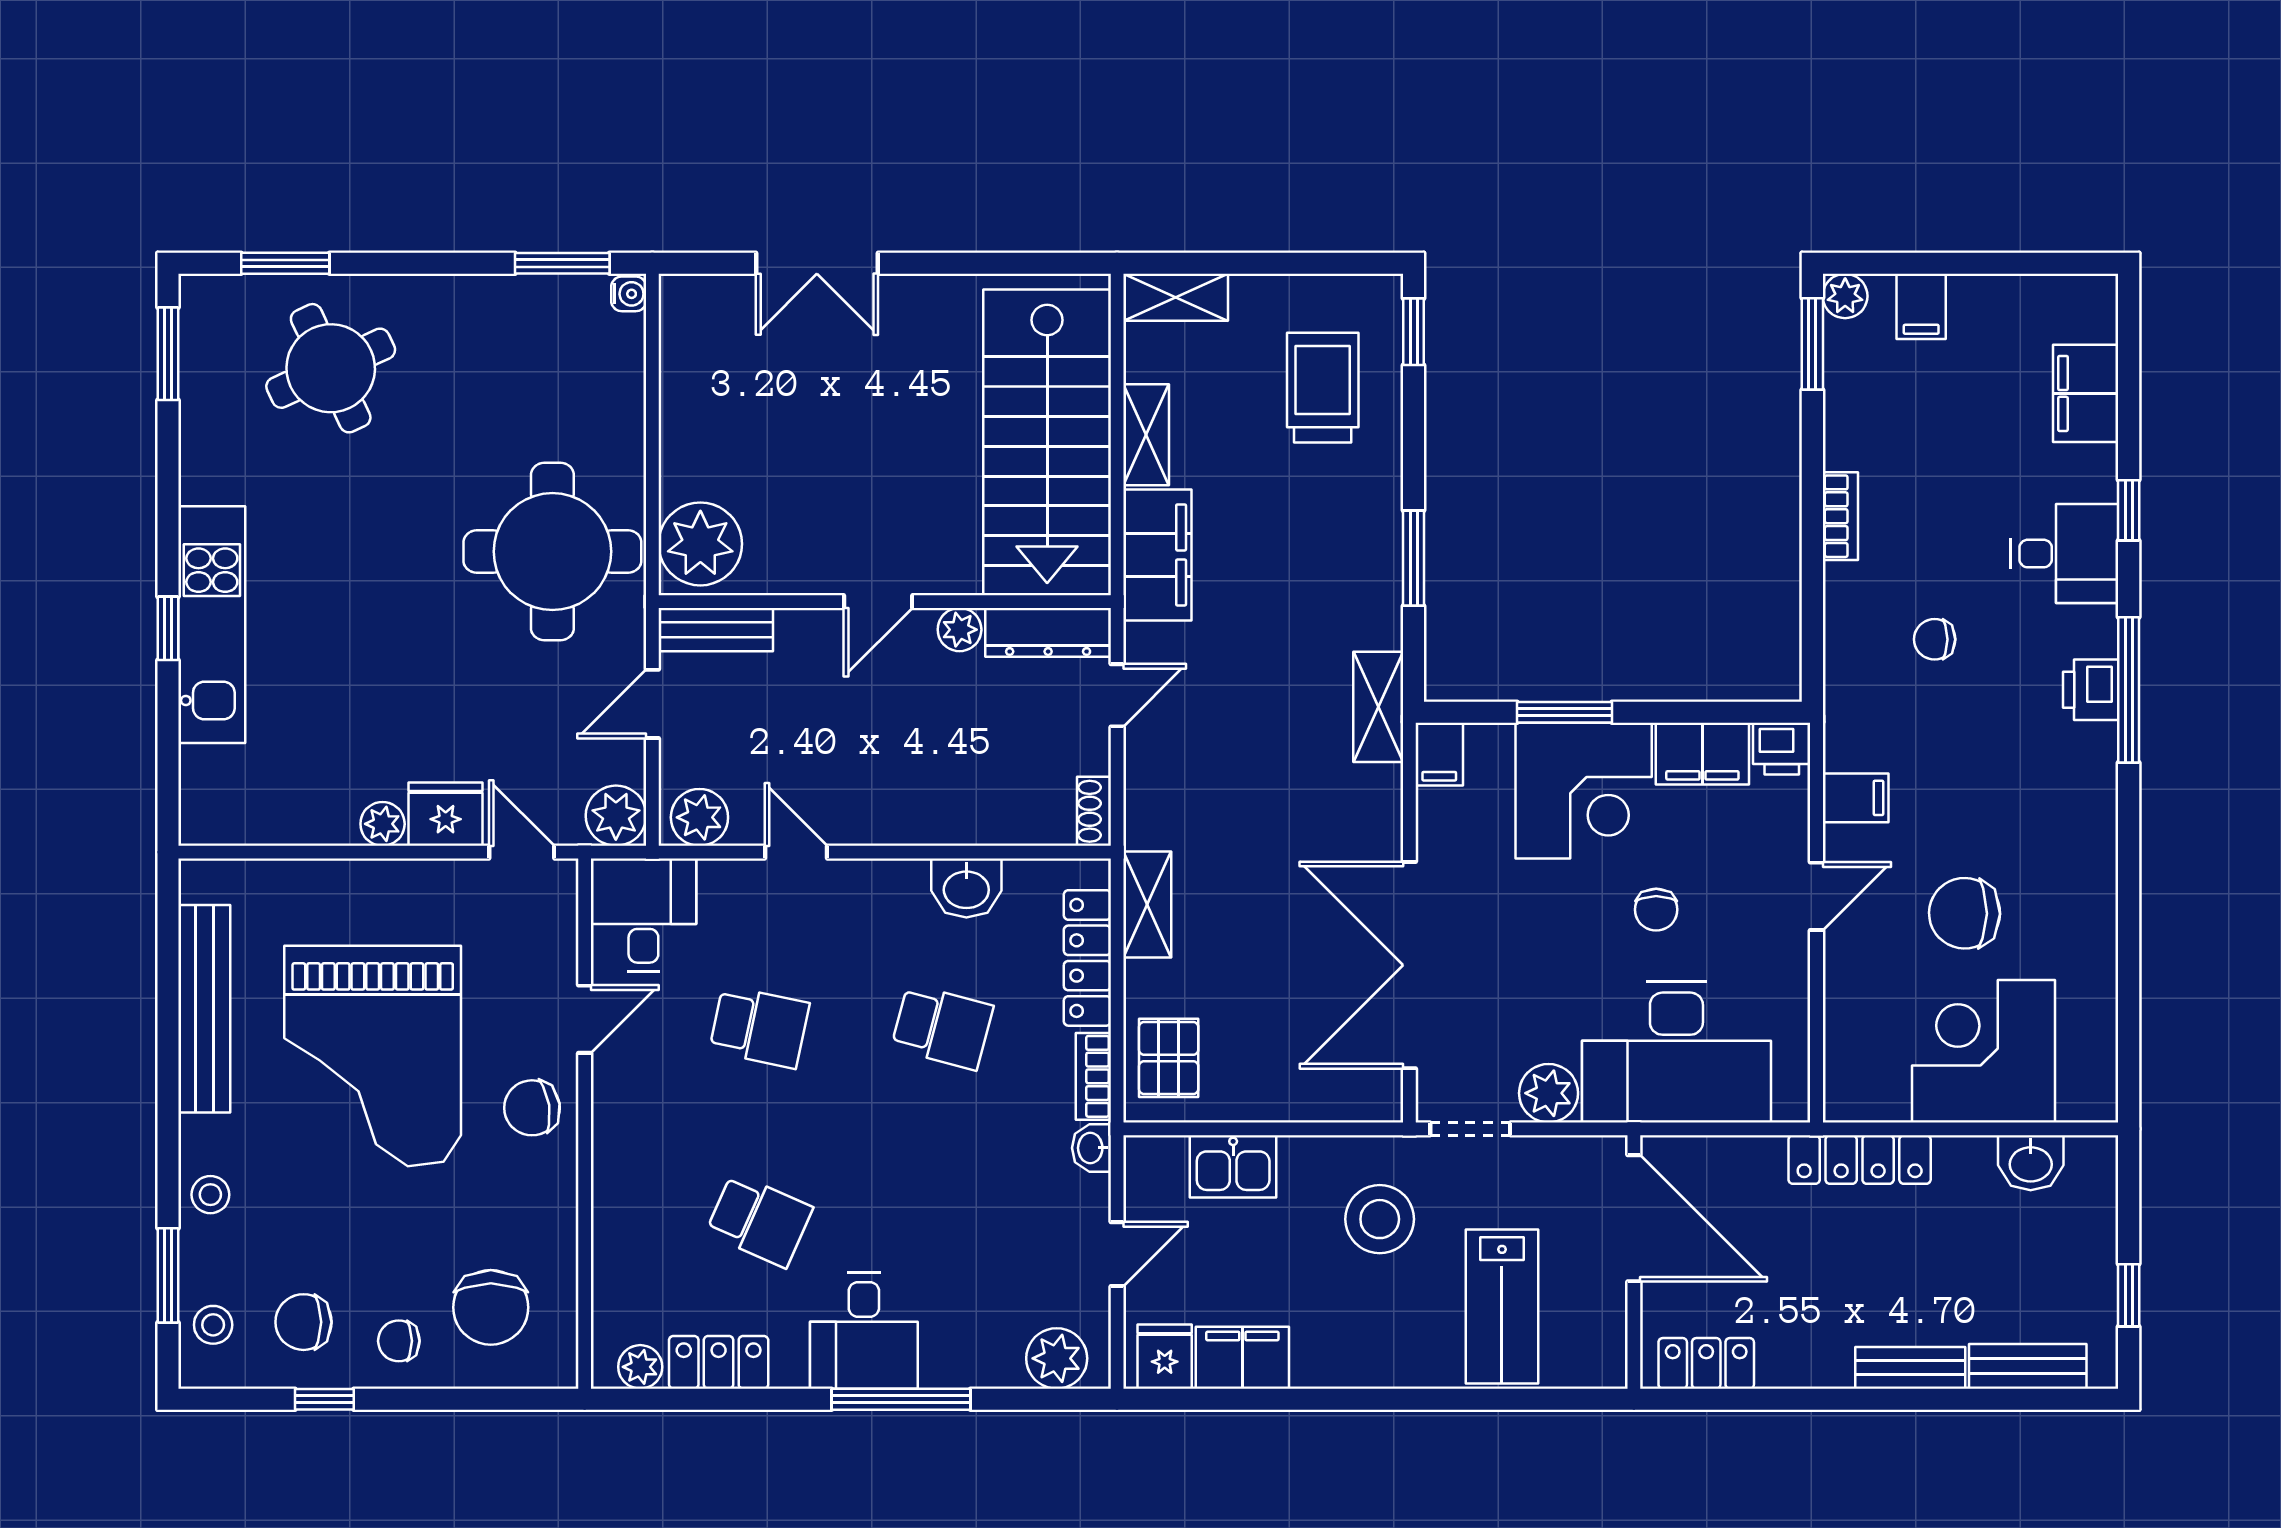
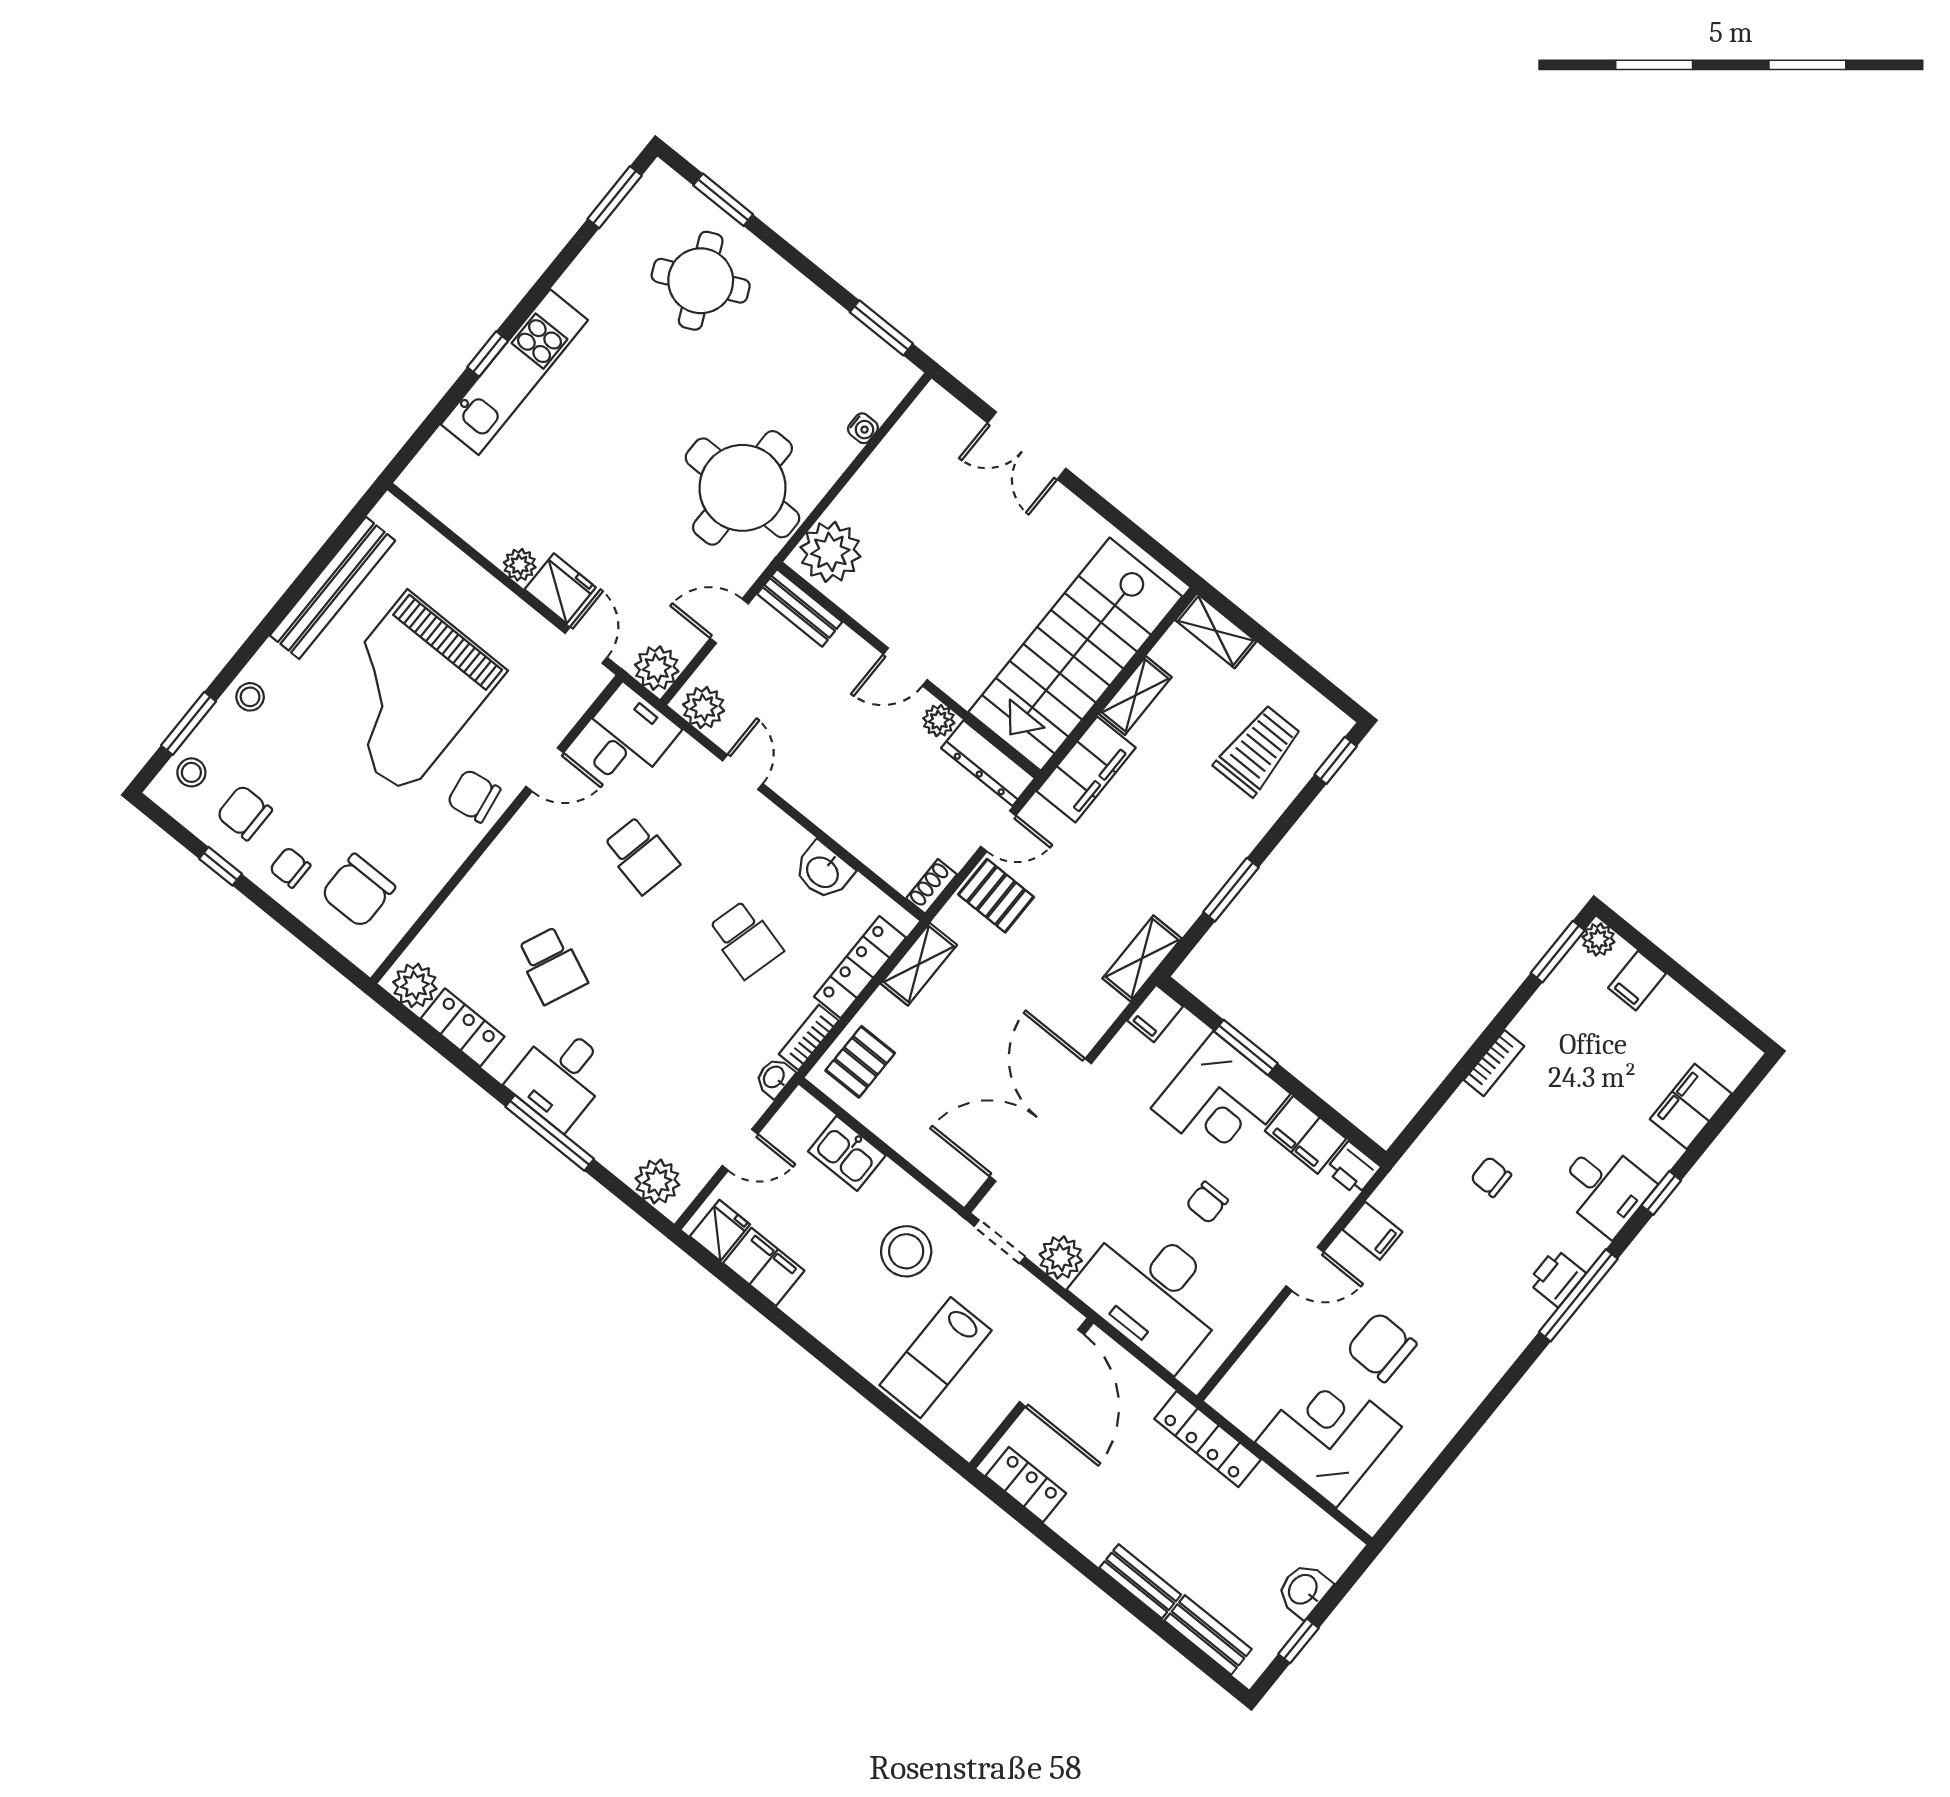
water cooler: (629, 294) -> (863, 428), moved
pallet: (1170, 766) -> (996, 896), added
washbasin: (2031, 1163) -> (1304, 1590), moved, turned 90
plant: (640, 1367) -> (415, 985), width x1.38, depth x1.38

